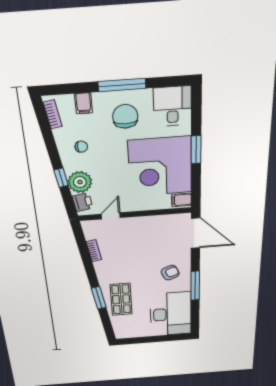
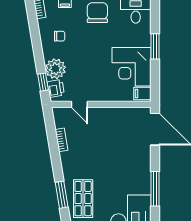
corner desk: (160, 167) -> (131, 67), width x0.74, depth x0.74
window: (61, 178) -> (43, 82), moved
door: (111, 216) -> (79, 104), swing flipped
armchair: (170, 273) -> (131, 171), removed

